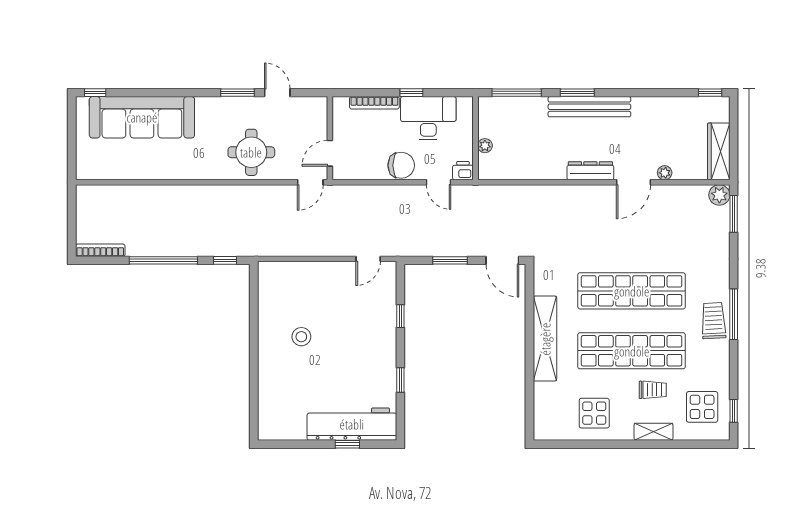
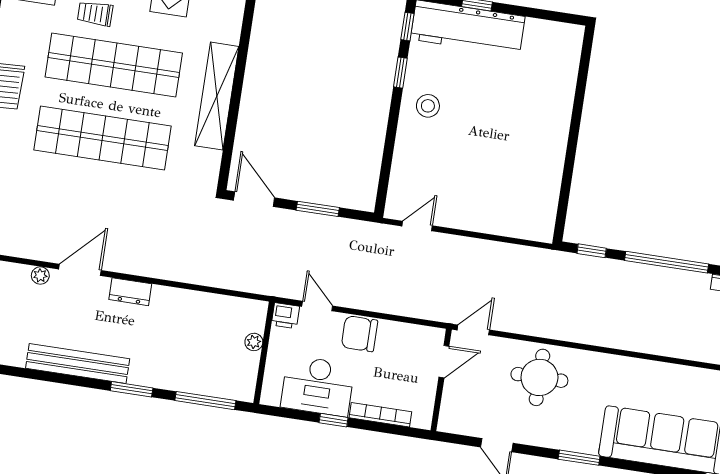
window: (238, 93) -> (579, 458), moved
bench: (589, 107) -> (78, 363), moved
dresser: (590, 171) -> (130, 292), width x0.70
window: (400, 316) -> (407, 27), moved
stool: (301, 337) -> (428, 106), moved

